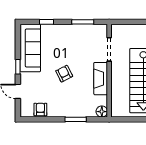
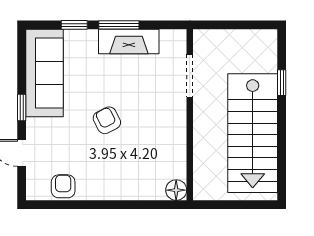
window: (83, 22) -> (119, 25), moved
fireplace: (101, 79) -> (129, 42), moved, turned -90
window: (76, 119) -> (128, 205), removed

